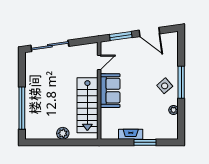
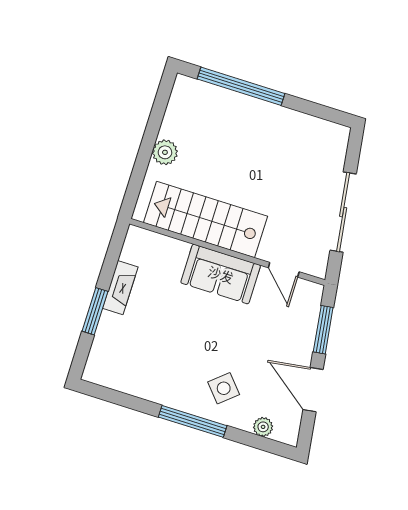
door: (149, 32) -> (313, 390), hinge flipped
sliding door: (50, 46) -> (343, 212), moved
side table: (165, 86) -> (224, 388), moved
plant: (174, 110) -> (263, 427), moved

